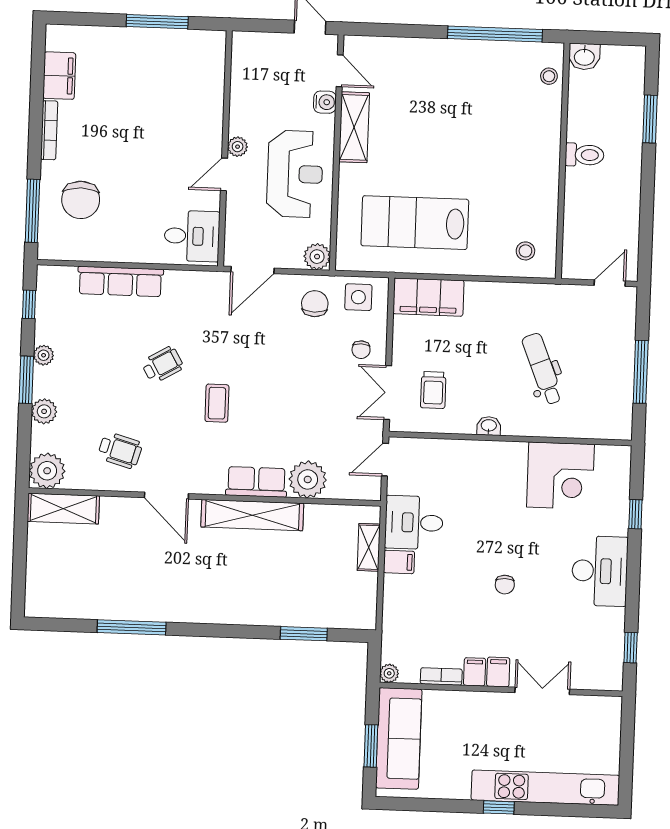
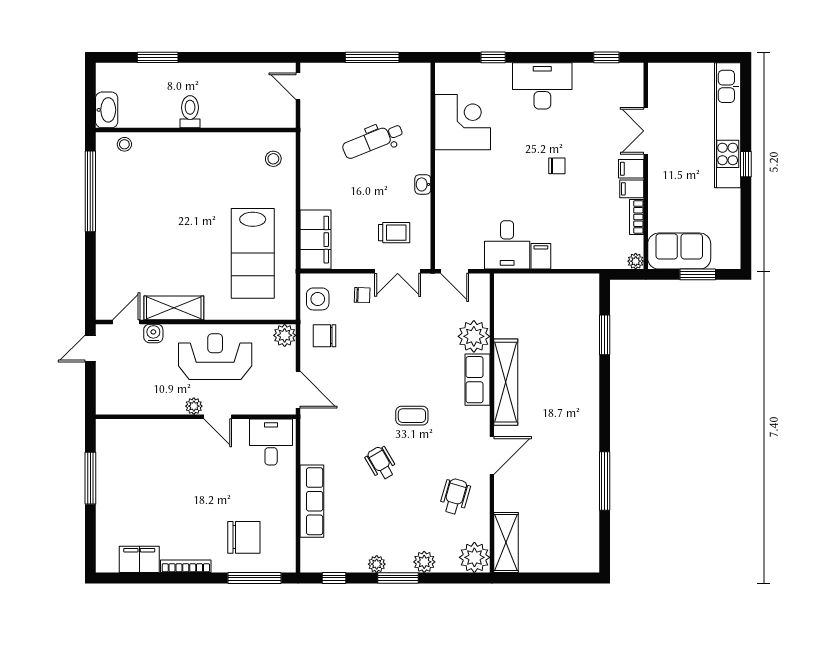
washbasin: (584, 57) -> (107, 110), width x1.38
shelving: (369, 547) -> (529, 282), removed
sofa: (399, 738) -> (679, 251), width x0.73

